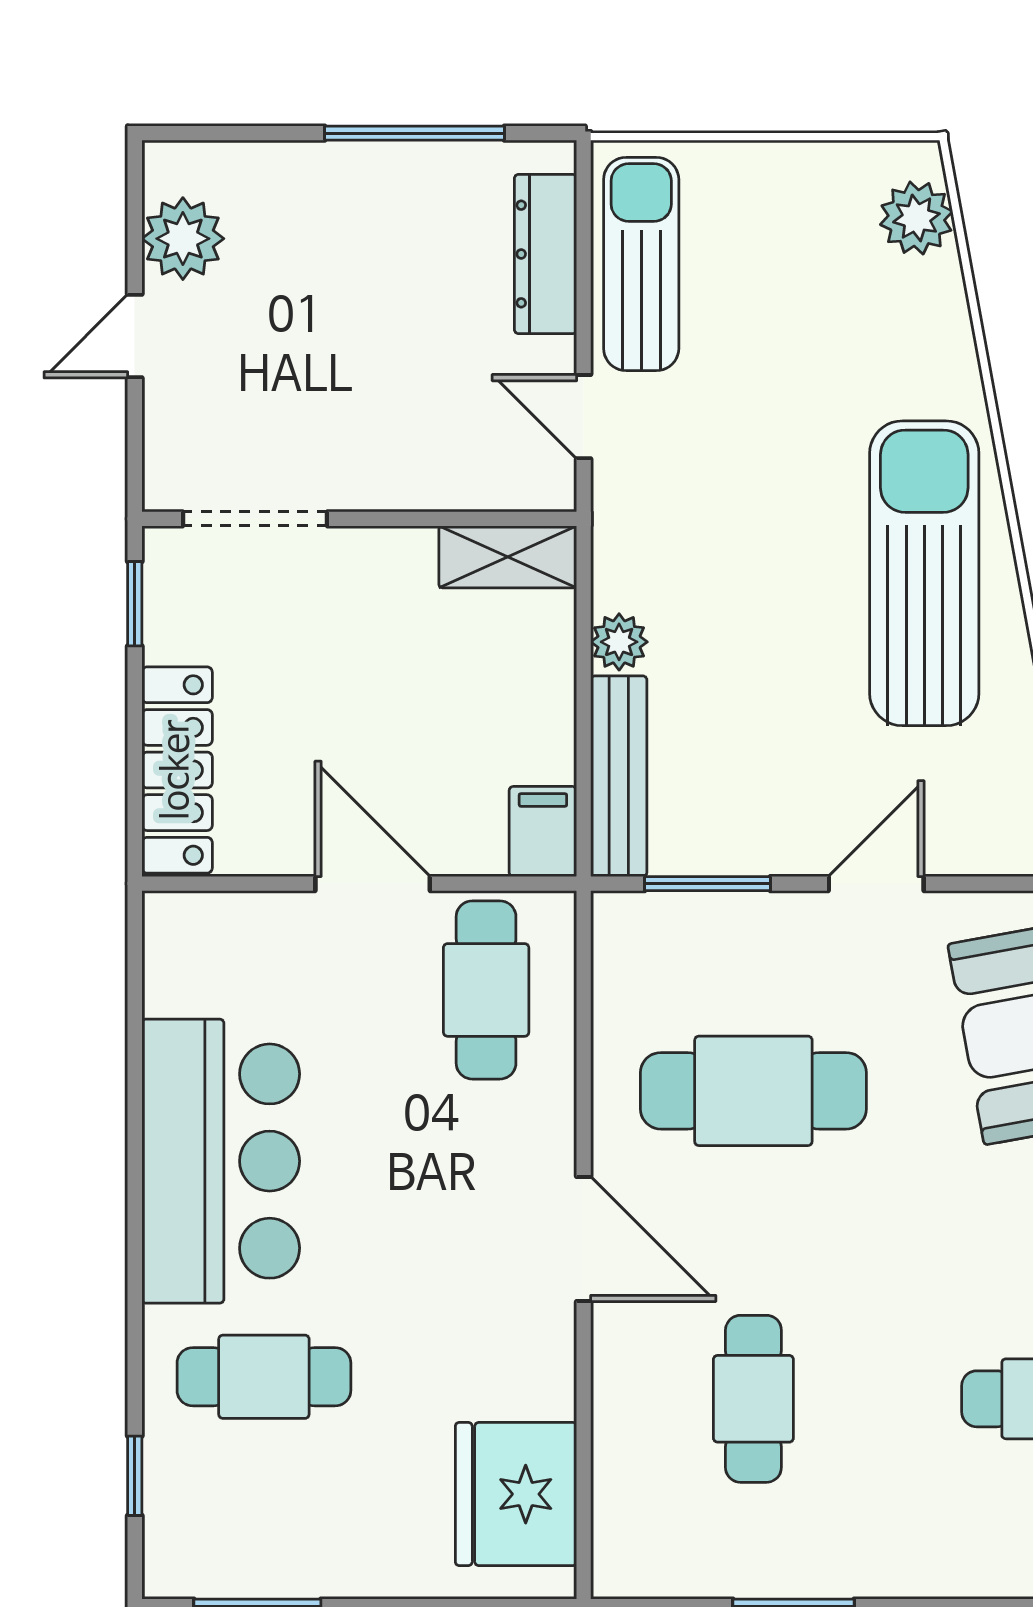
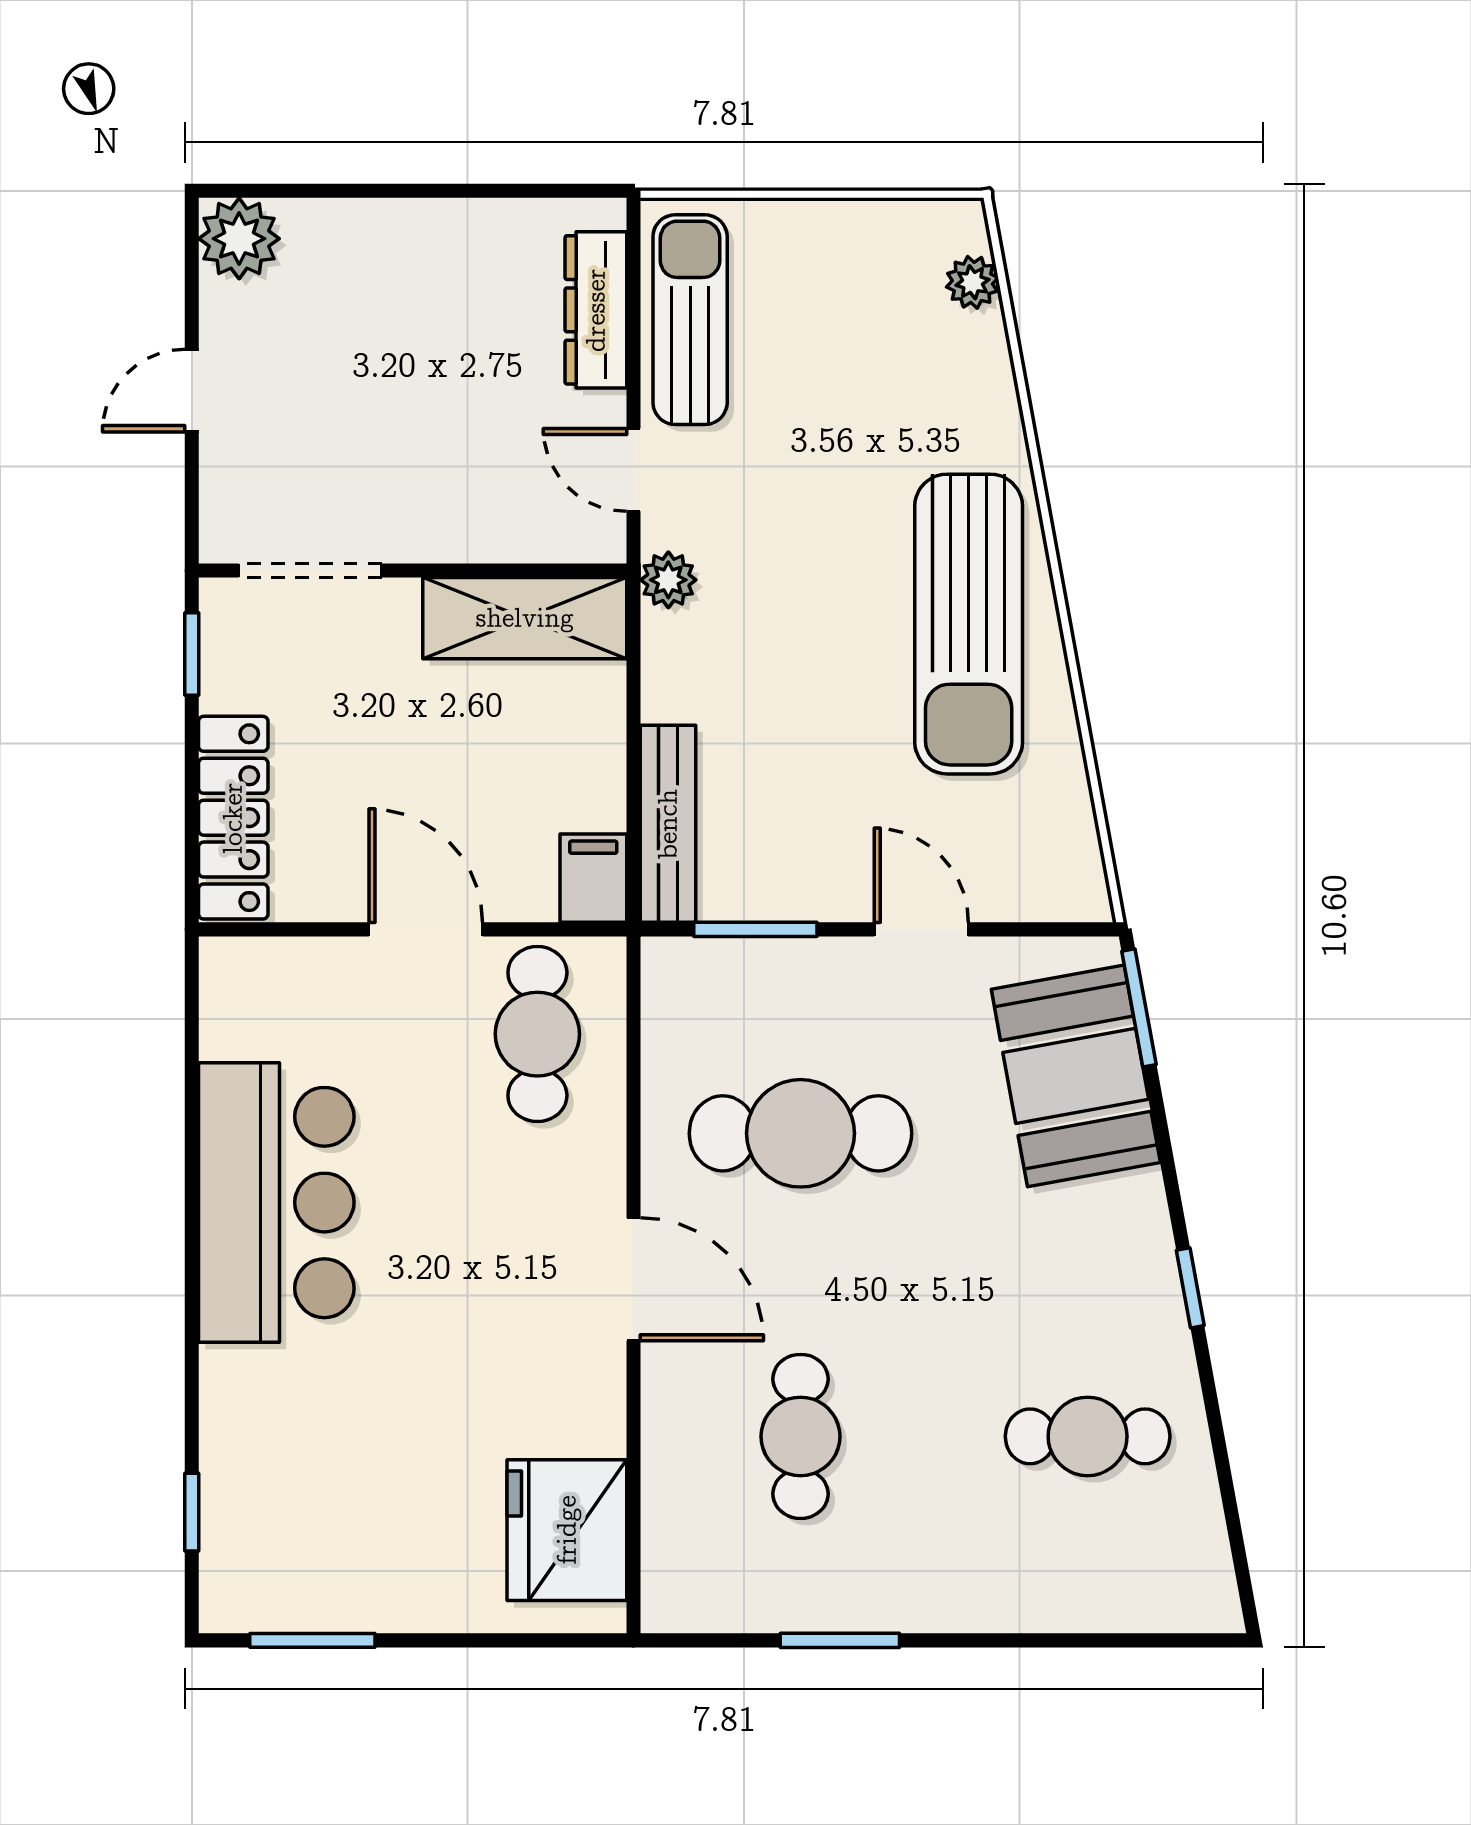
window: (415, 133) -> (467, 191), removed
plant: (916, 218) -> (972, 282), width x0.73, depth x0.73
plant: (183, 239) -> (239, 239), moved
shelving: (508, 557) -> (525, 618), width x1.50, depth x1.33
sun lounger: (924, 573) -> (969, 624), turned 180
plant: (619, 642) -> (668, 580), moved
door: (876, 884) -> (921, 929), hinge flipped
cafe table: (264, 1377) -> (319, 1415), removed

